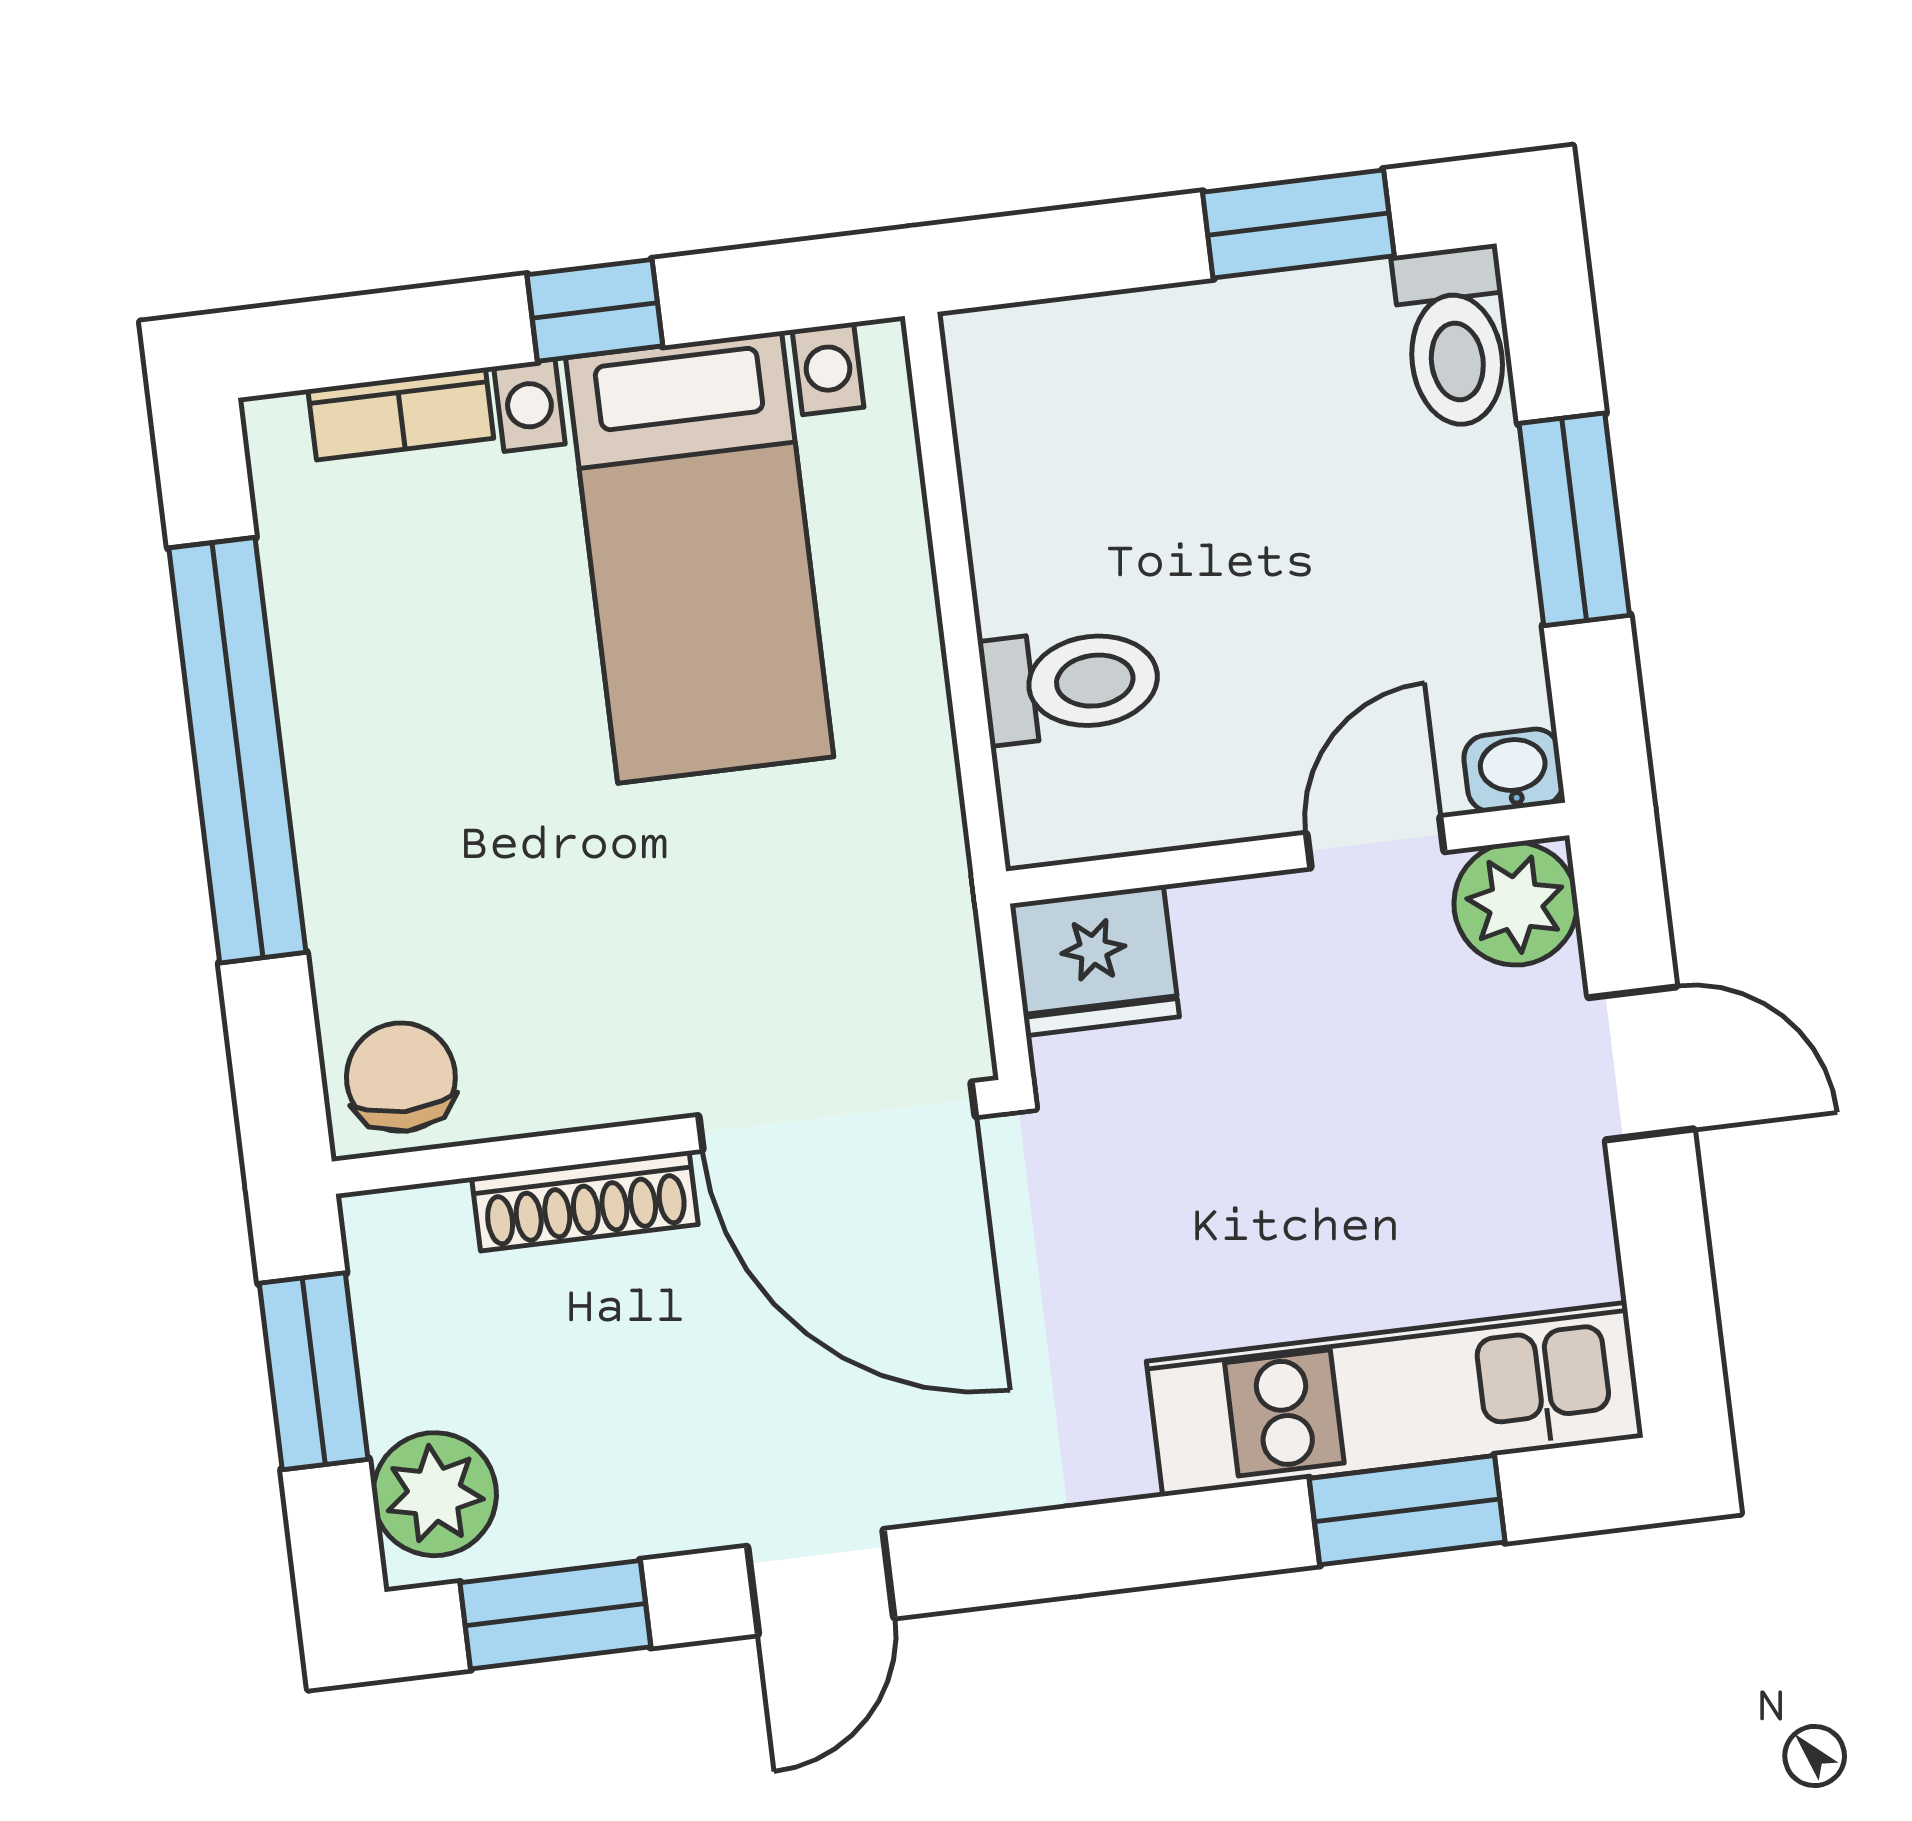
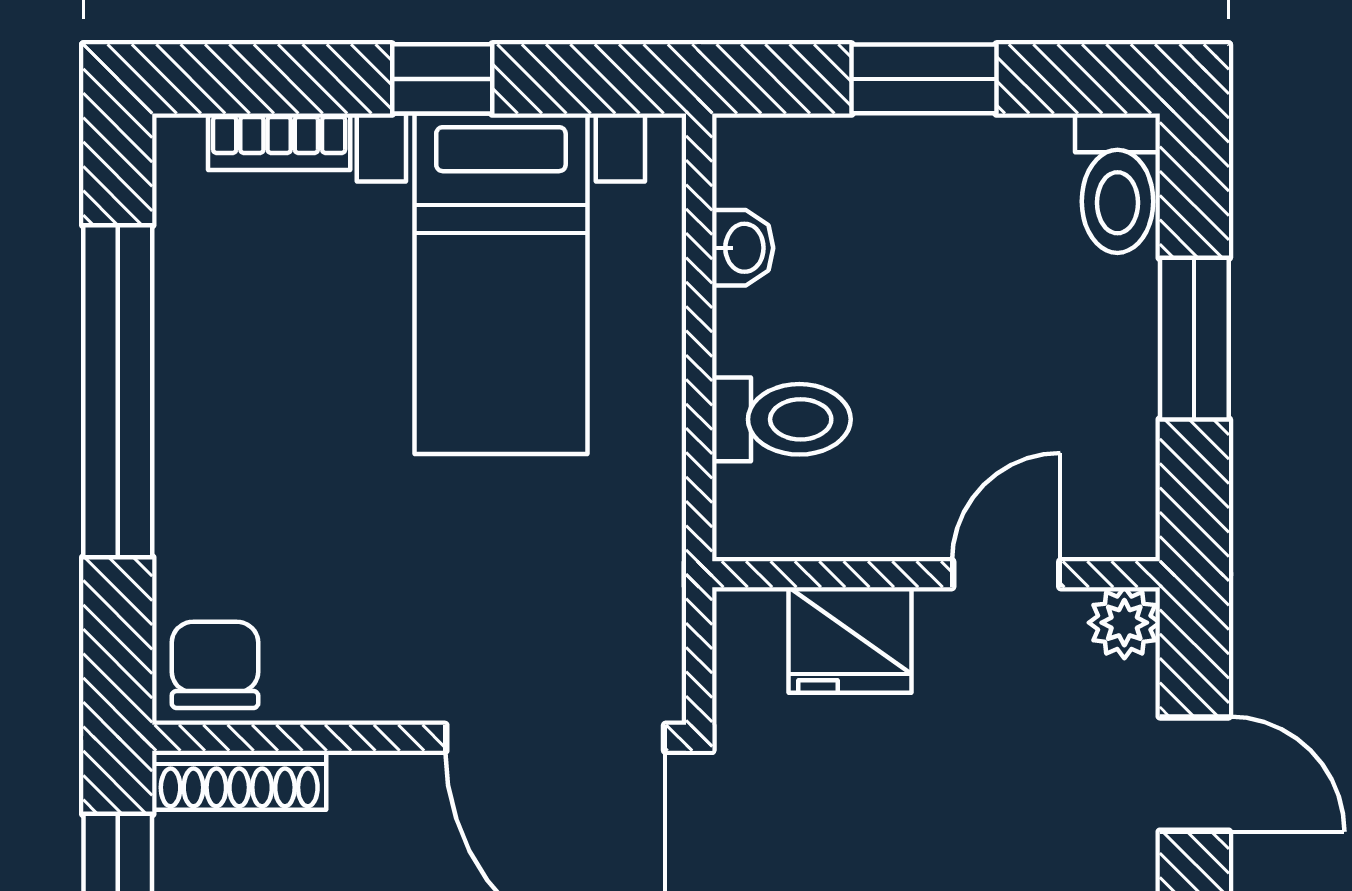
window: (1298, 224) -> (924, 79), moved
washbasin: (1513, 770) -> (743, 248), moved, turned 90
plant: (1516, 904) -> (1124, 623), width x0.73, depth x0.73
fridge: (1095, 960) -> (850, 640), moved
shoe rack: (585, 1201) -> (239, 780), moved

